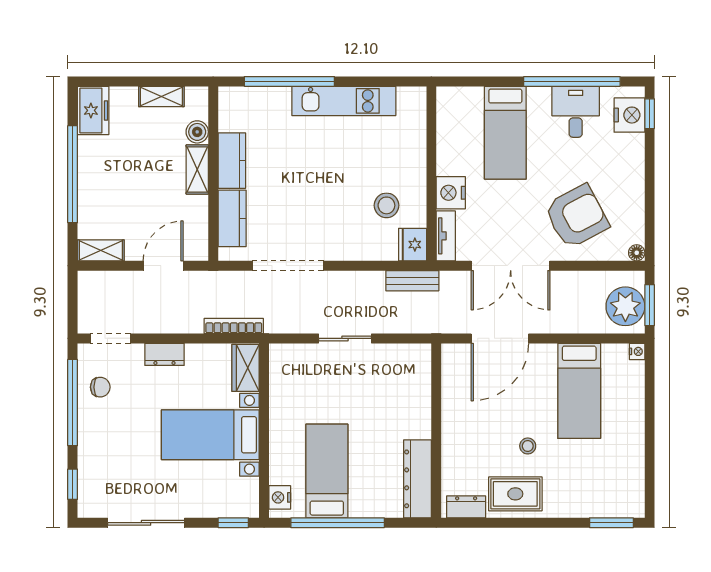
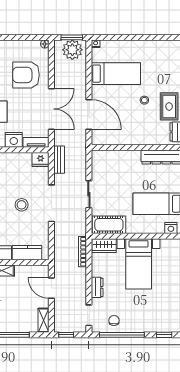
stool: (386, 205) -> (22, 205), moved
armchair: (577, 216) -> (26, 75), turned -62
doorway: (288, 266) -> (51, 203), moved
window: (73, 294) -> (66, 335), added
cot: (286, 377) -> (109, 225), added

